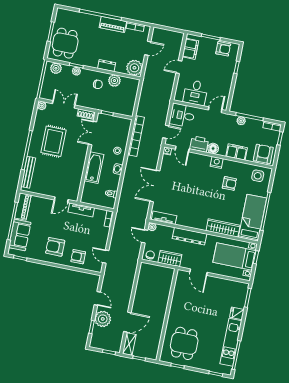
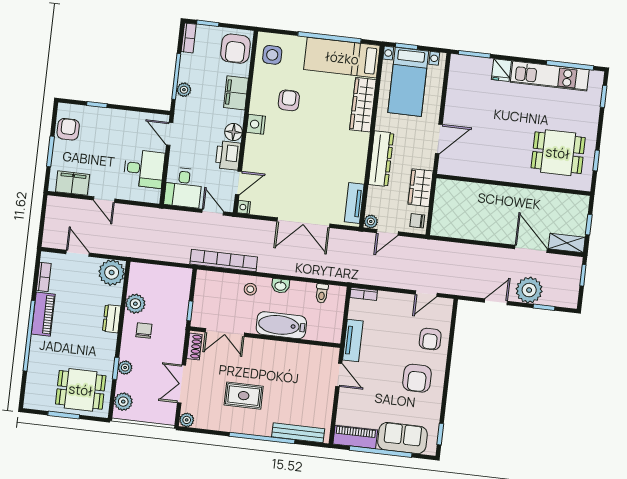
rug: (53, 141) -> (244, 396), width x0.73, depth x0.70
armchair: (263, 154) -> (235, 49), turned -90

